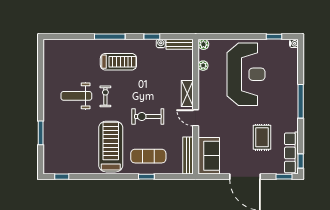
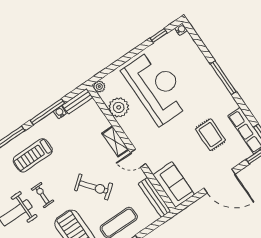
window: (152, 37) -> (47, 112), width x2.17
treadmill: (118, 62) -> (33, 155), turned 180
plant: (203, 66) -> (119, 107), width x1.88, depth x1.88
exercise bike: (148, 116) -> (94, 187), turned -129

